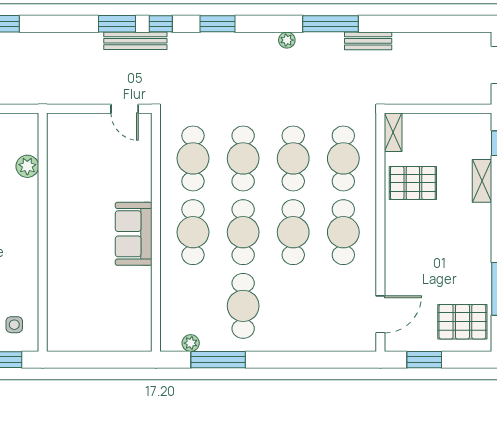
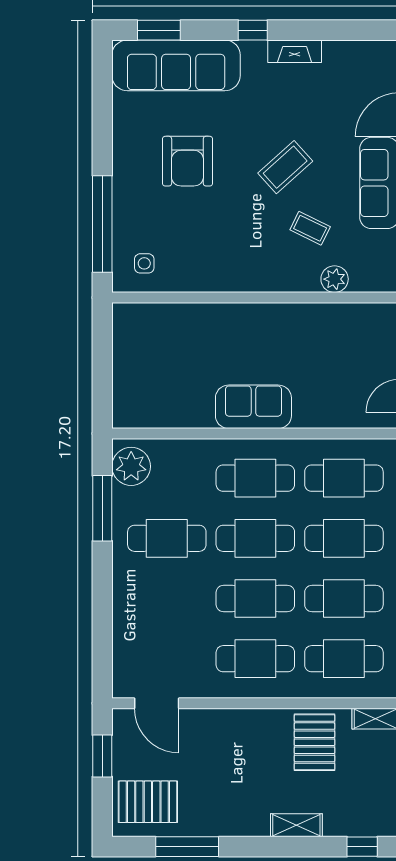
shelving: (482, 181) -> (296, 825), moved
pallet: (462, 322) -> (148, 802), turned 90
plant: (191, 343) -> (131, 466), width x1.87, depth x1.87

